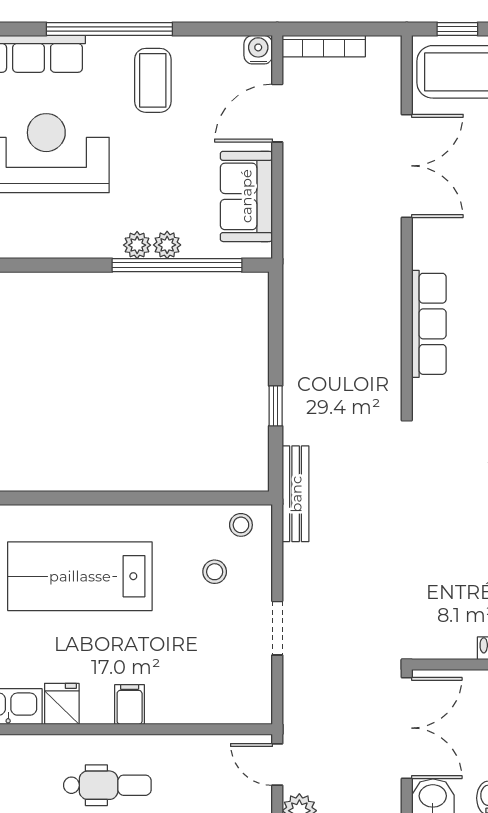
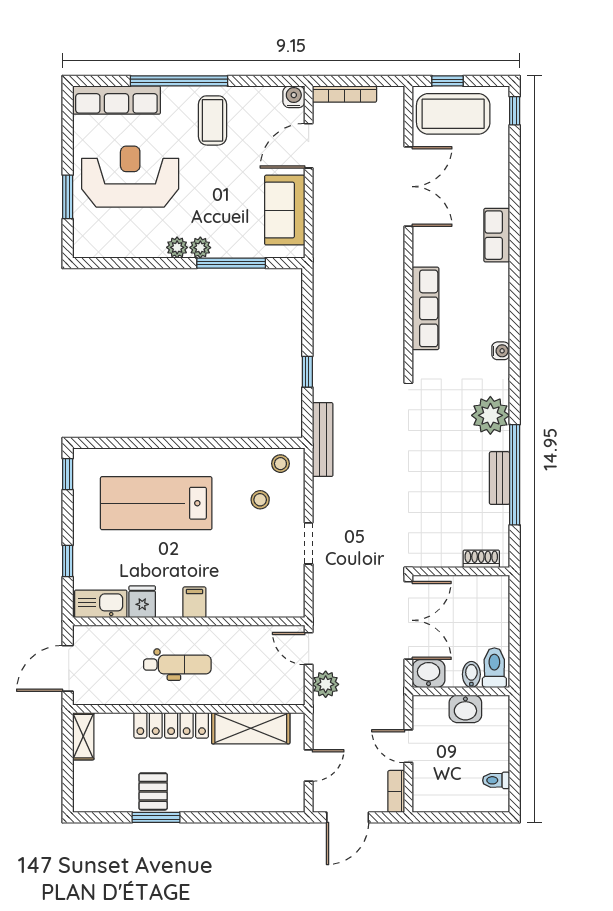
plant: (167, 245) -> (177, 247), moved
window: (177, 265) -> (231, 263), width x0.68

